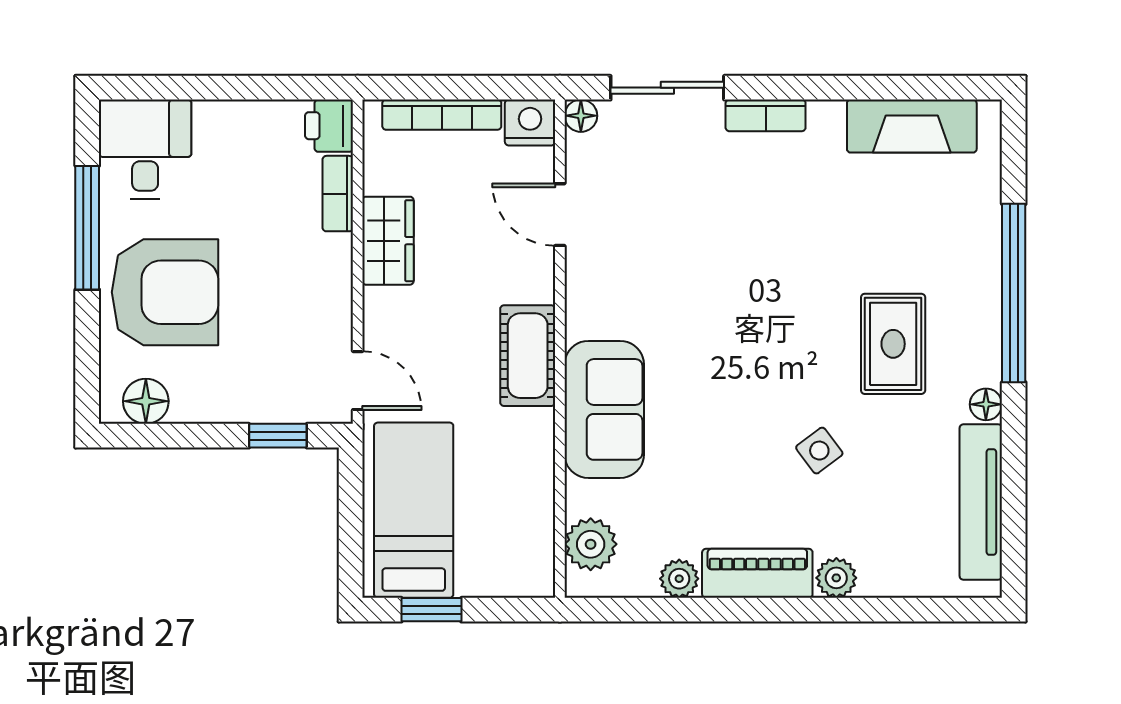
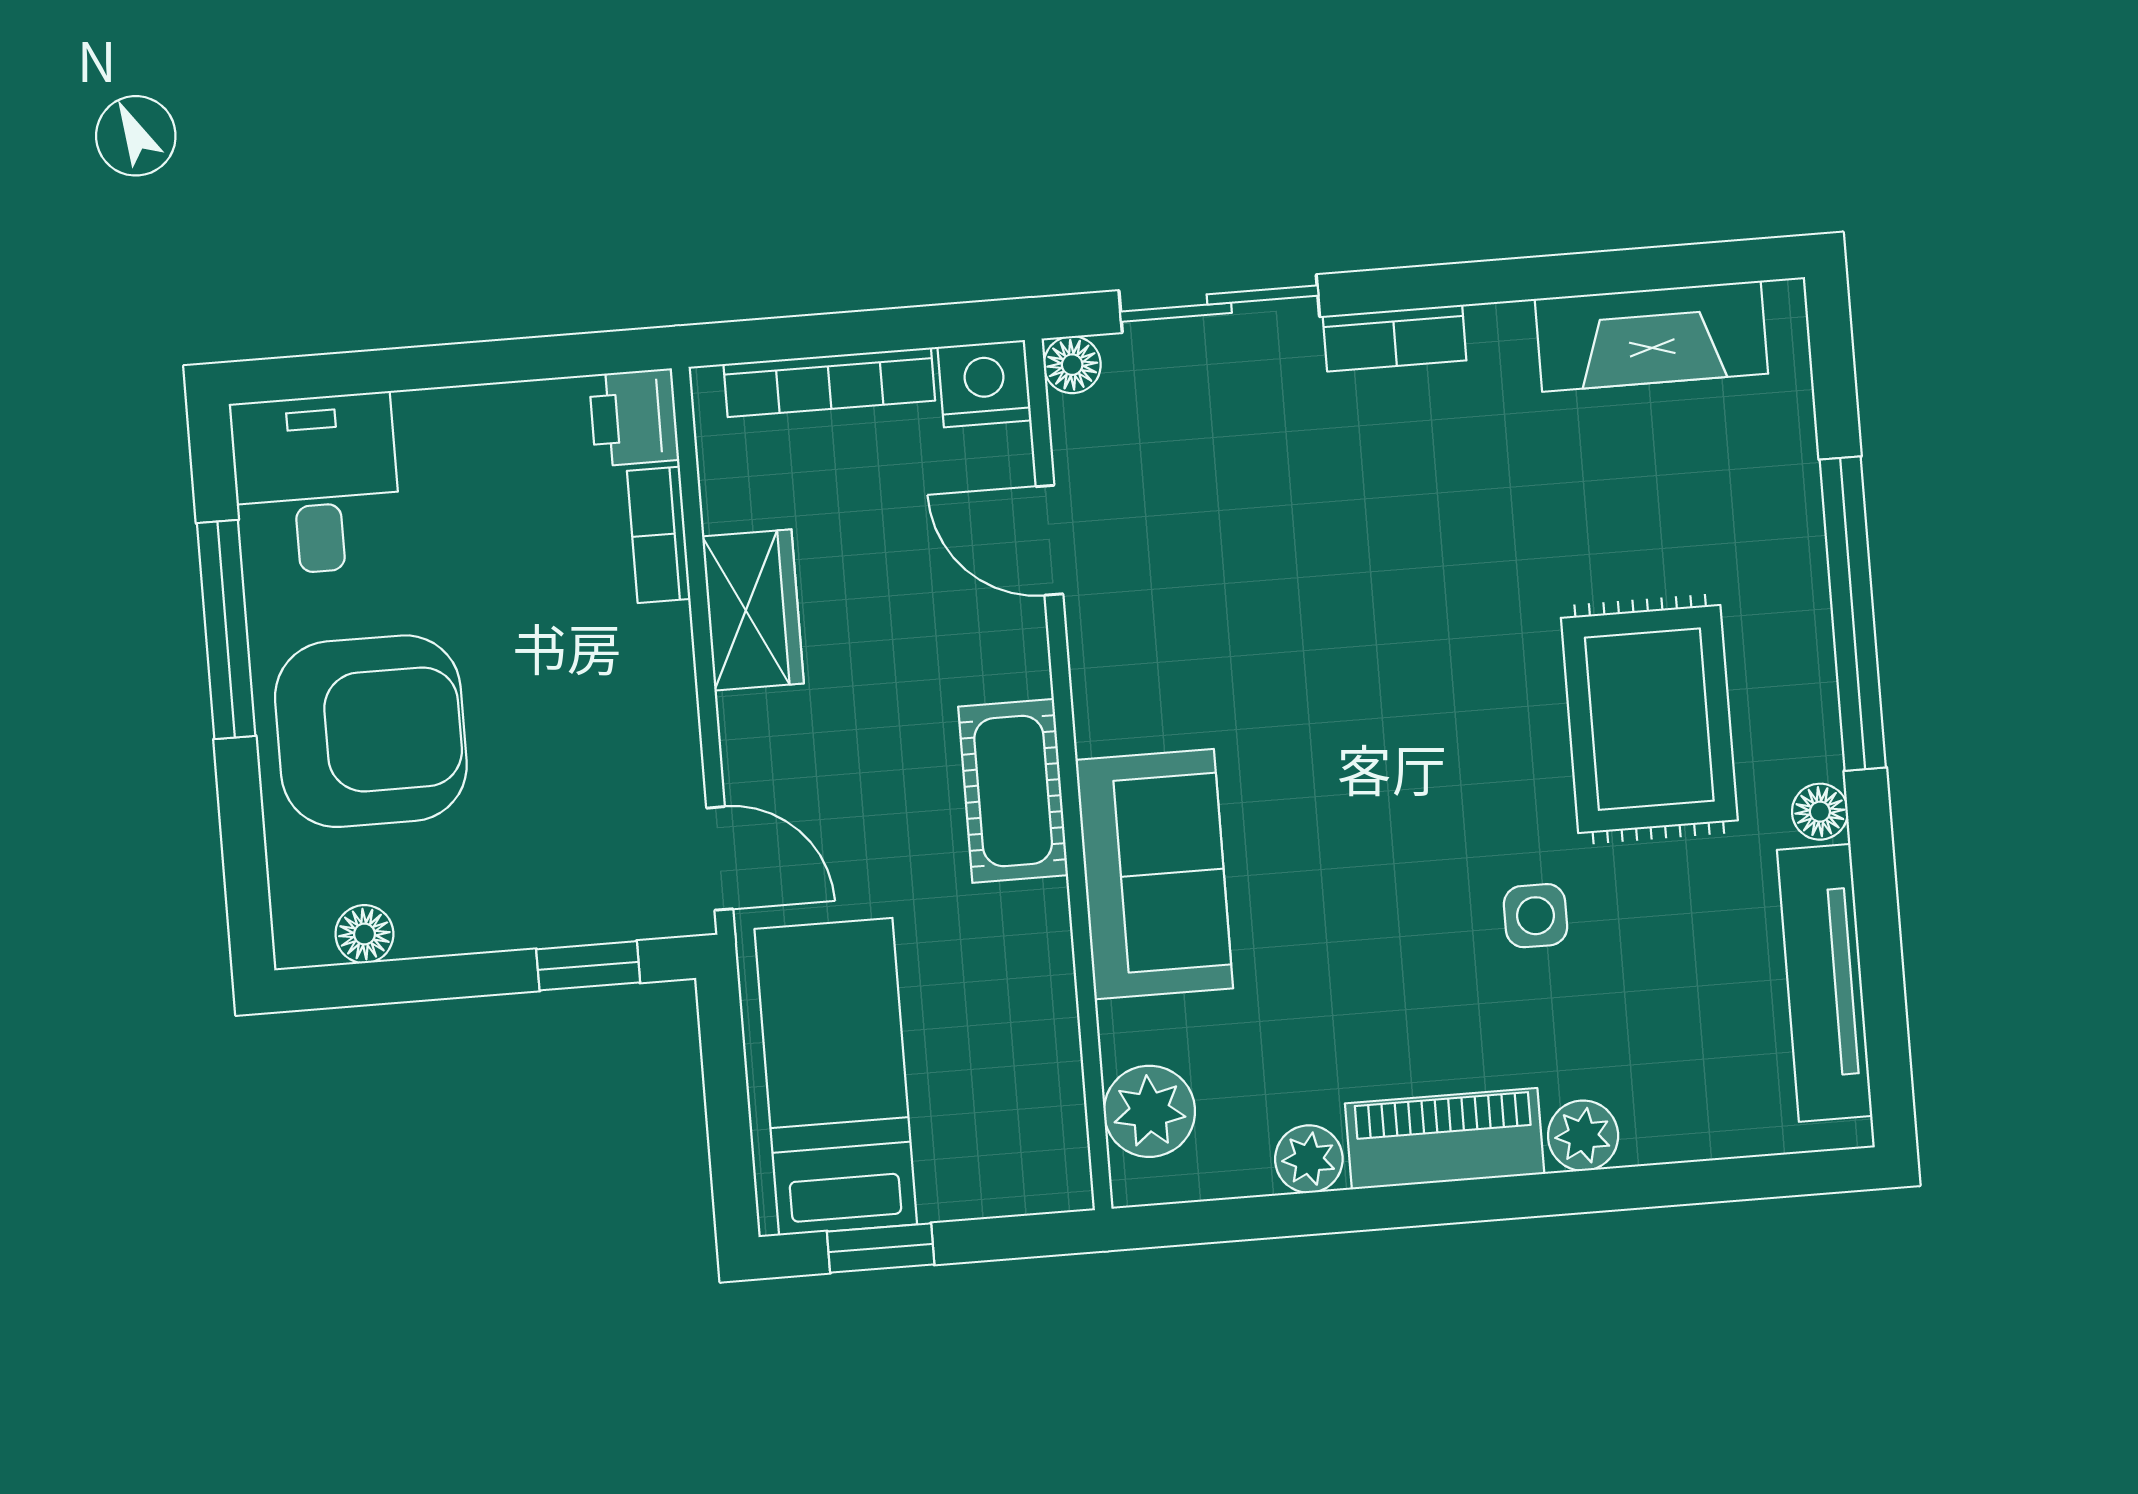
rug: (893, 344) -> (1649, 719), width x1.36, depth x1.43
floor lamp: (146, 401) -> (364, 934), width x0.73, depth x0.73
side table: (819, 451) -> (1535, 916), turned 37

